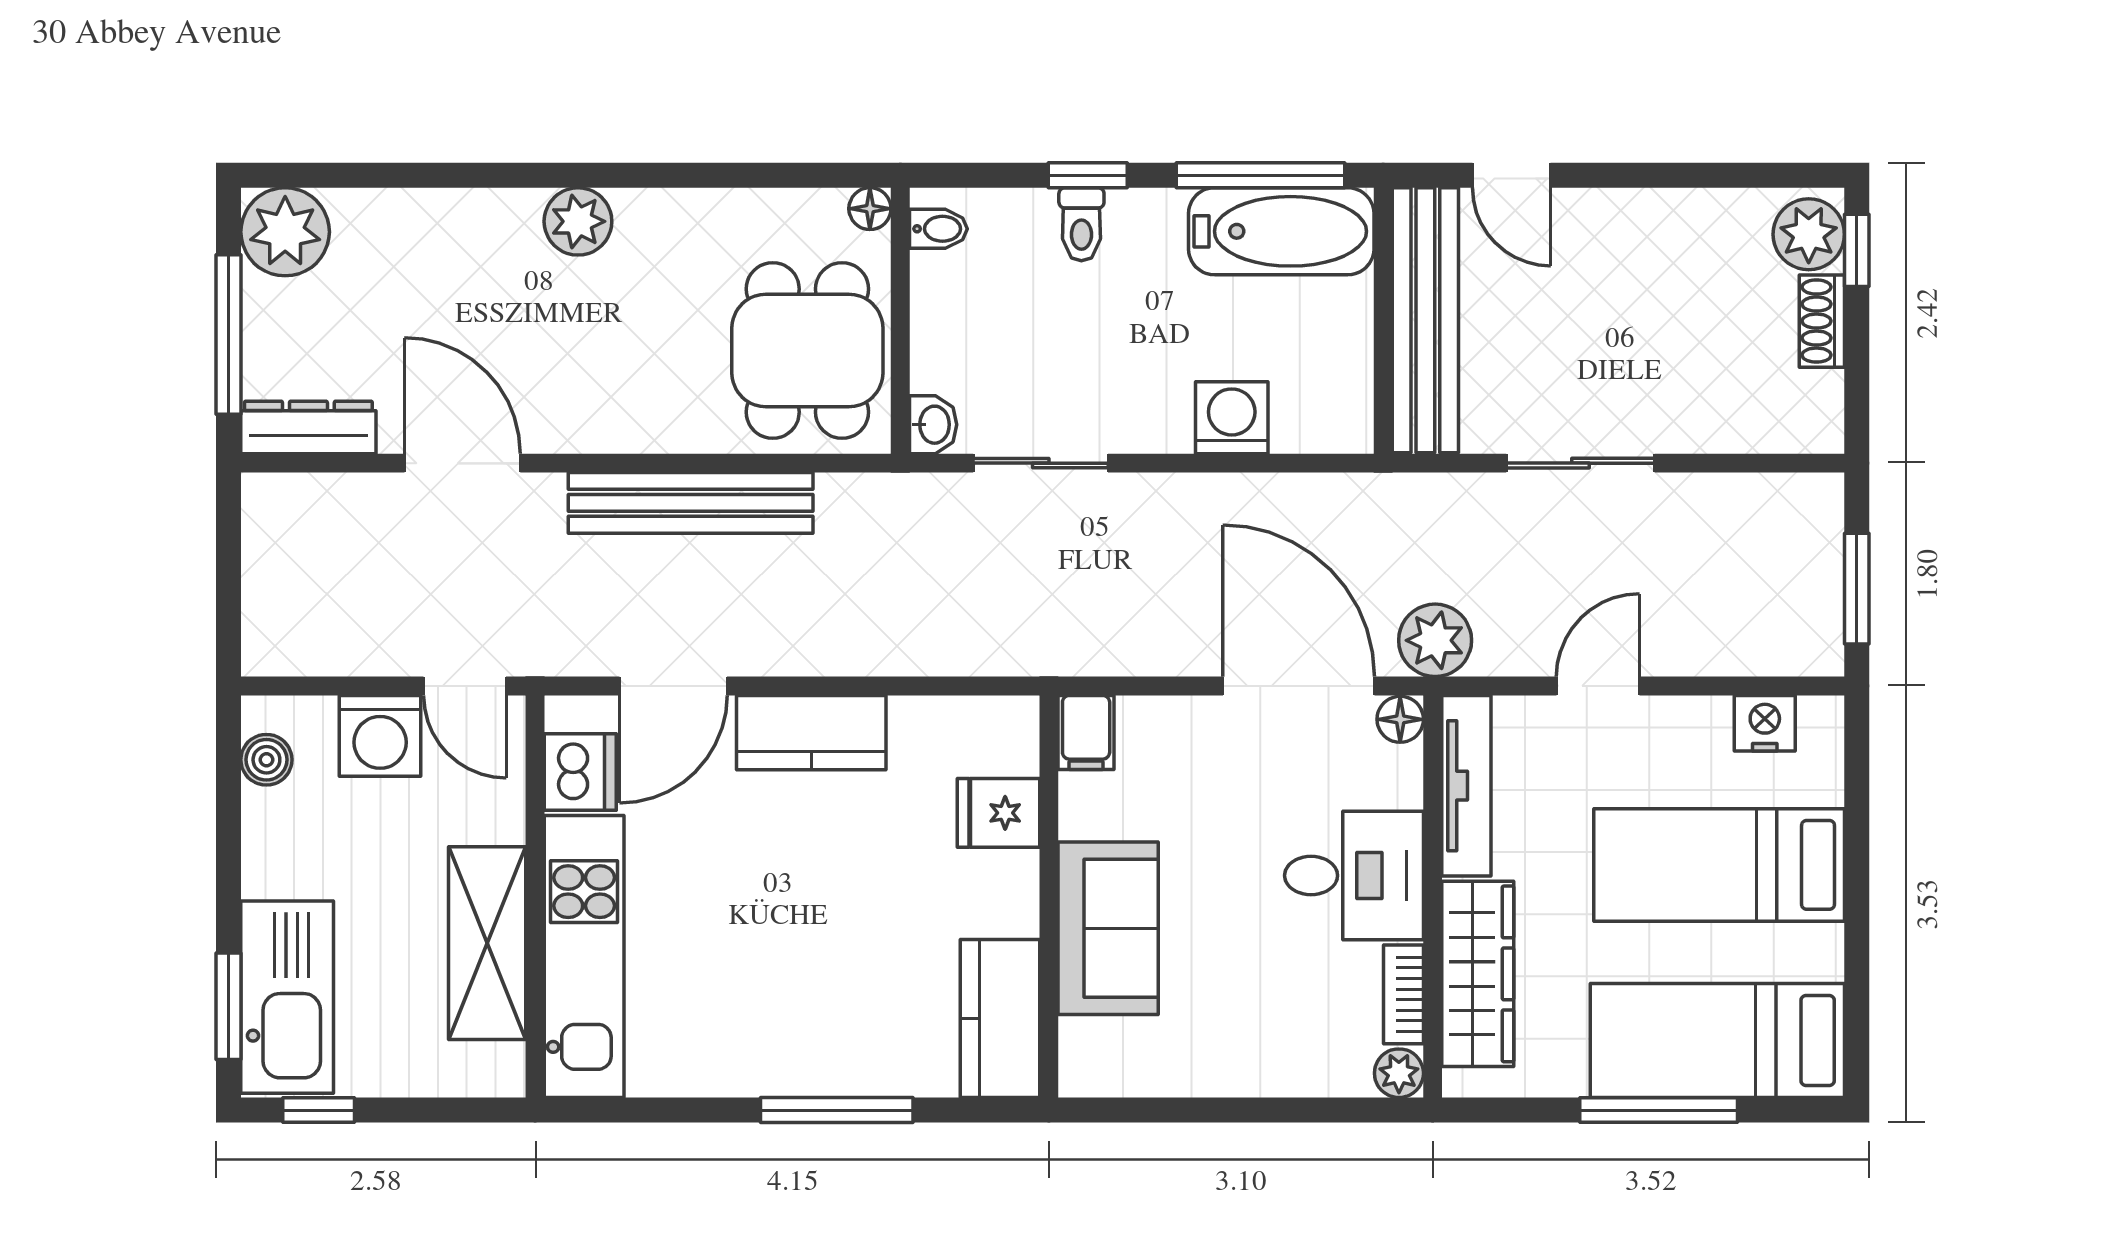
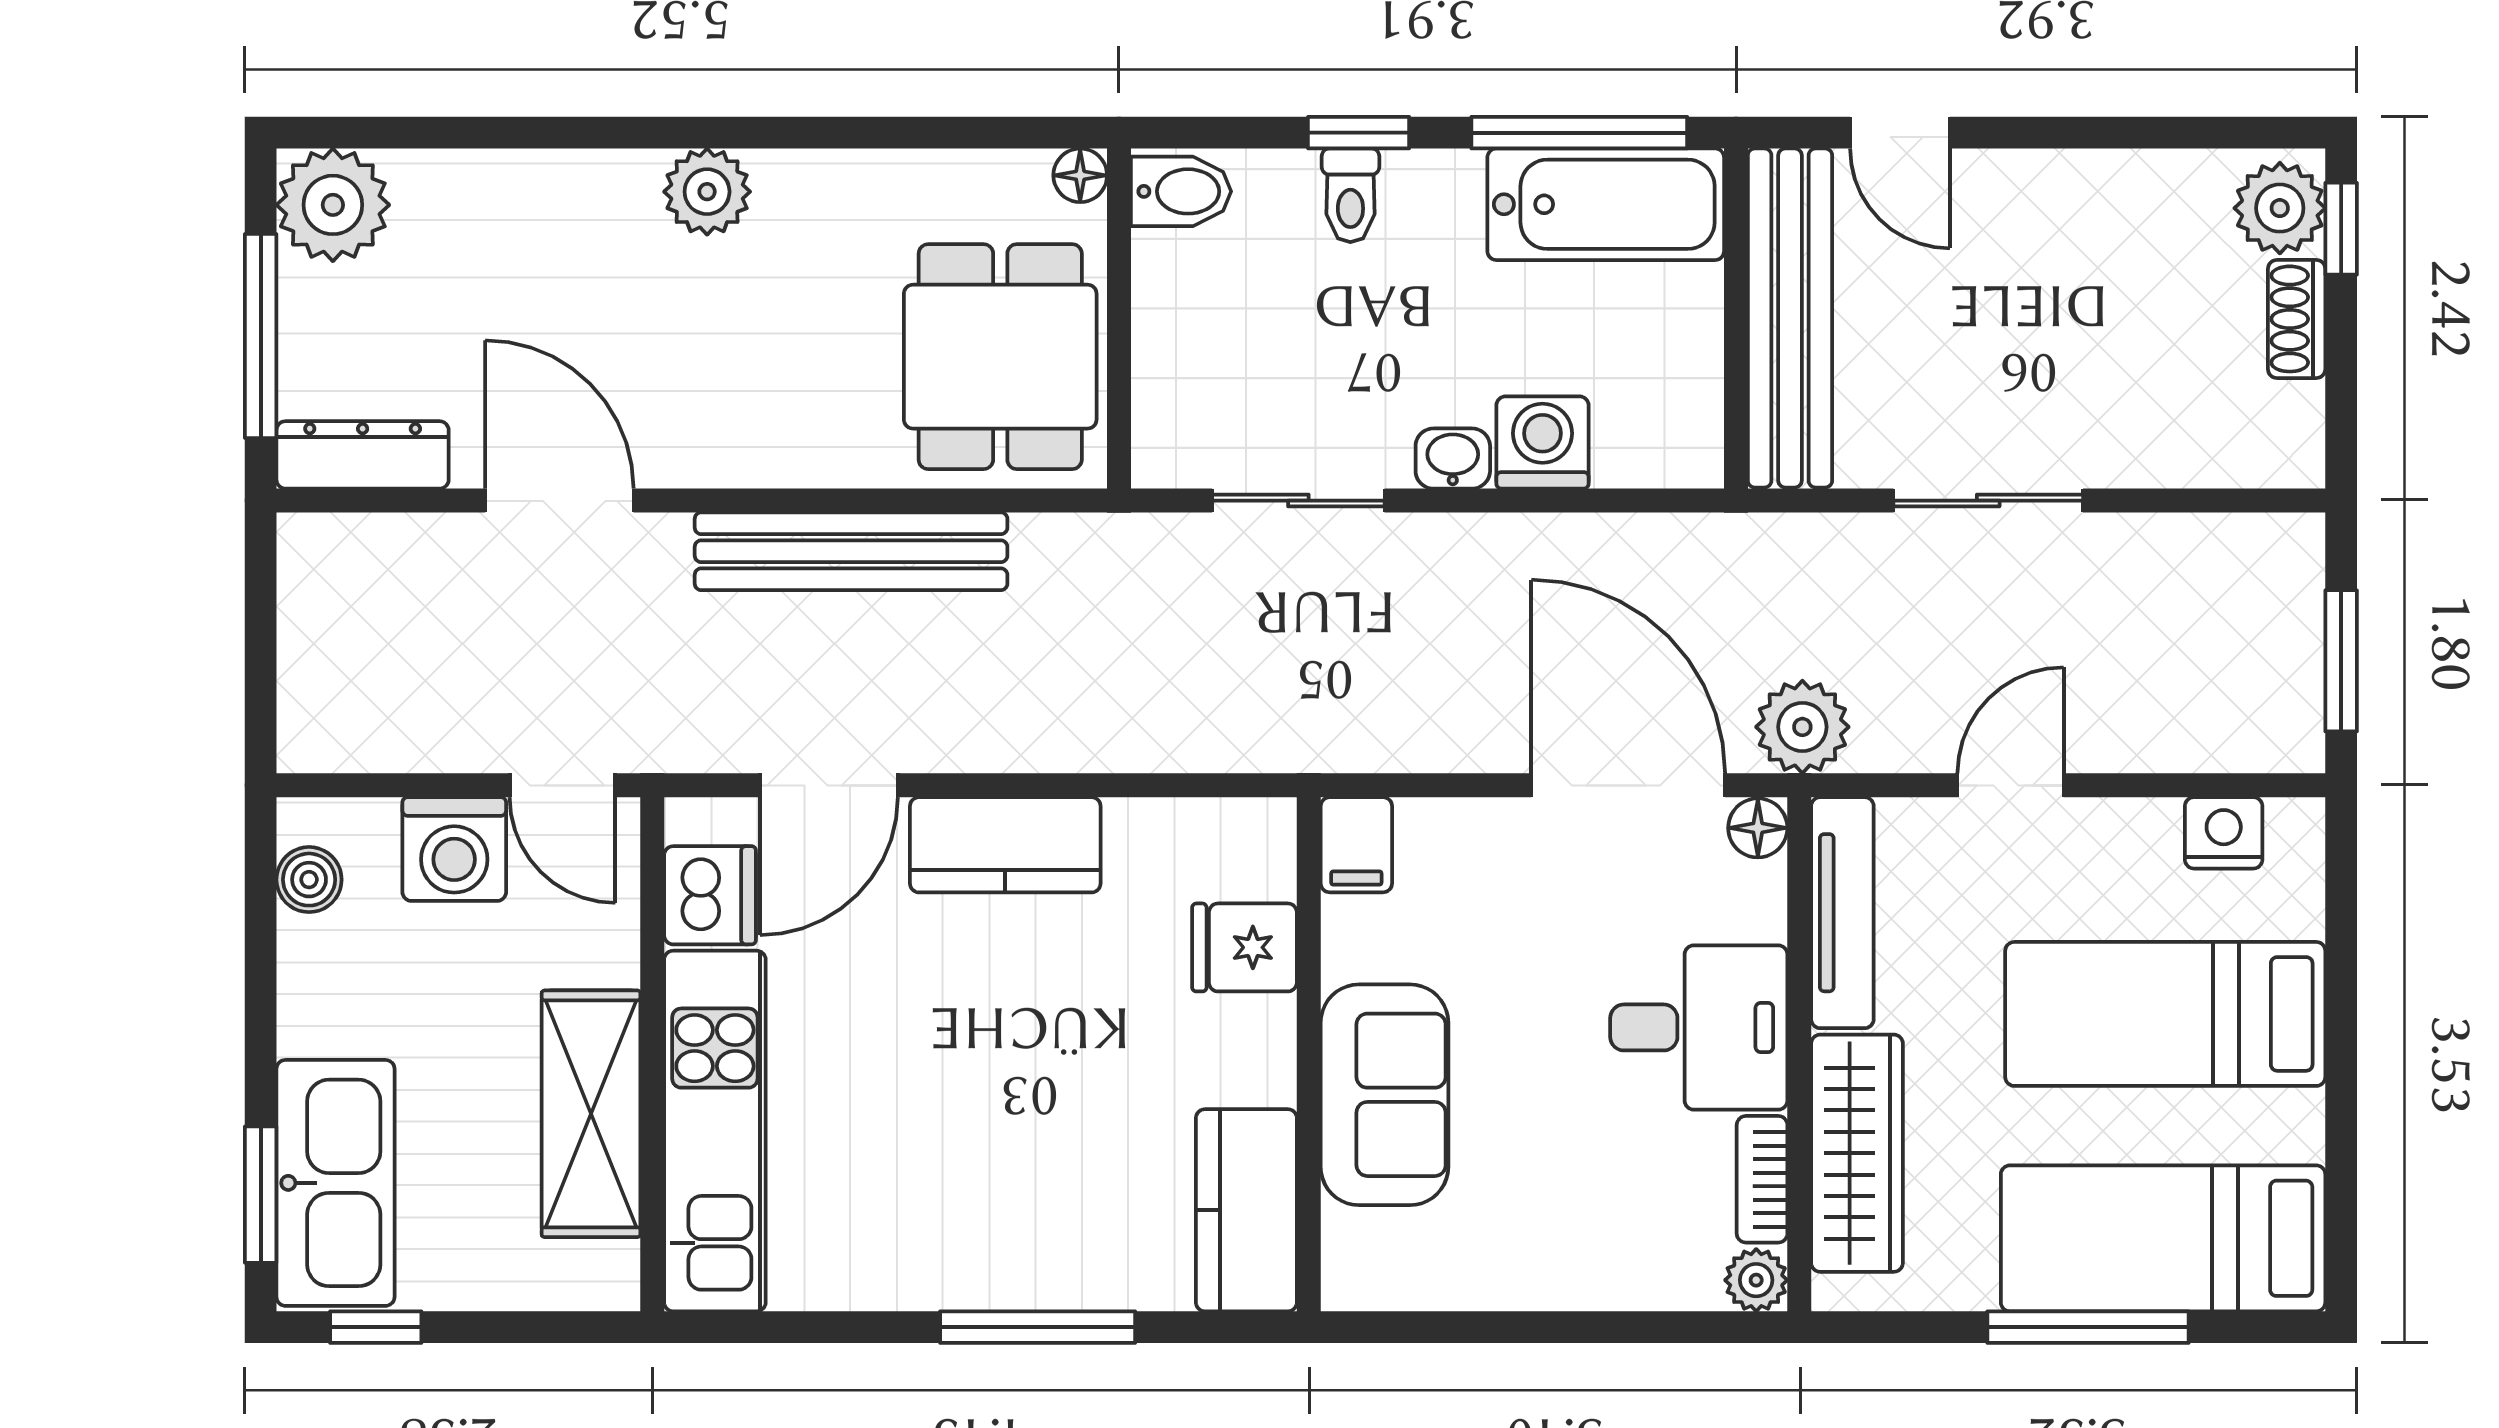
bidet: (938, 229) -> (1181, 191), width x1.38, depth x1.36
washbasin: (933, 425) -> (1453, 459), moved, turned -90

